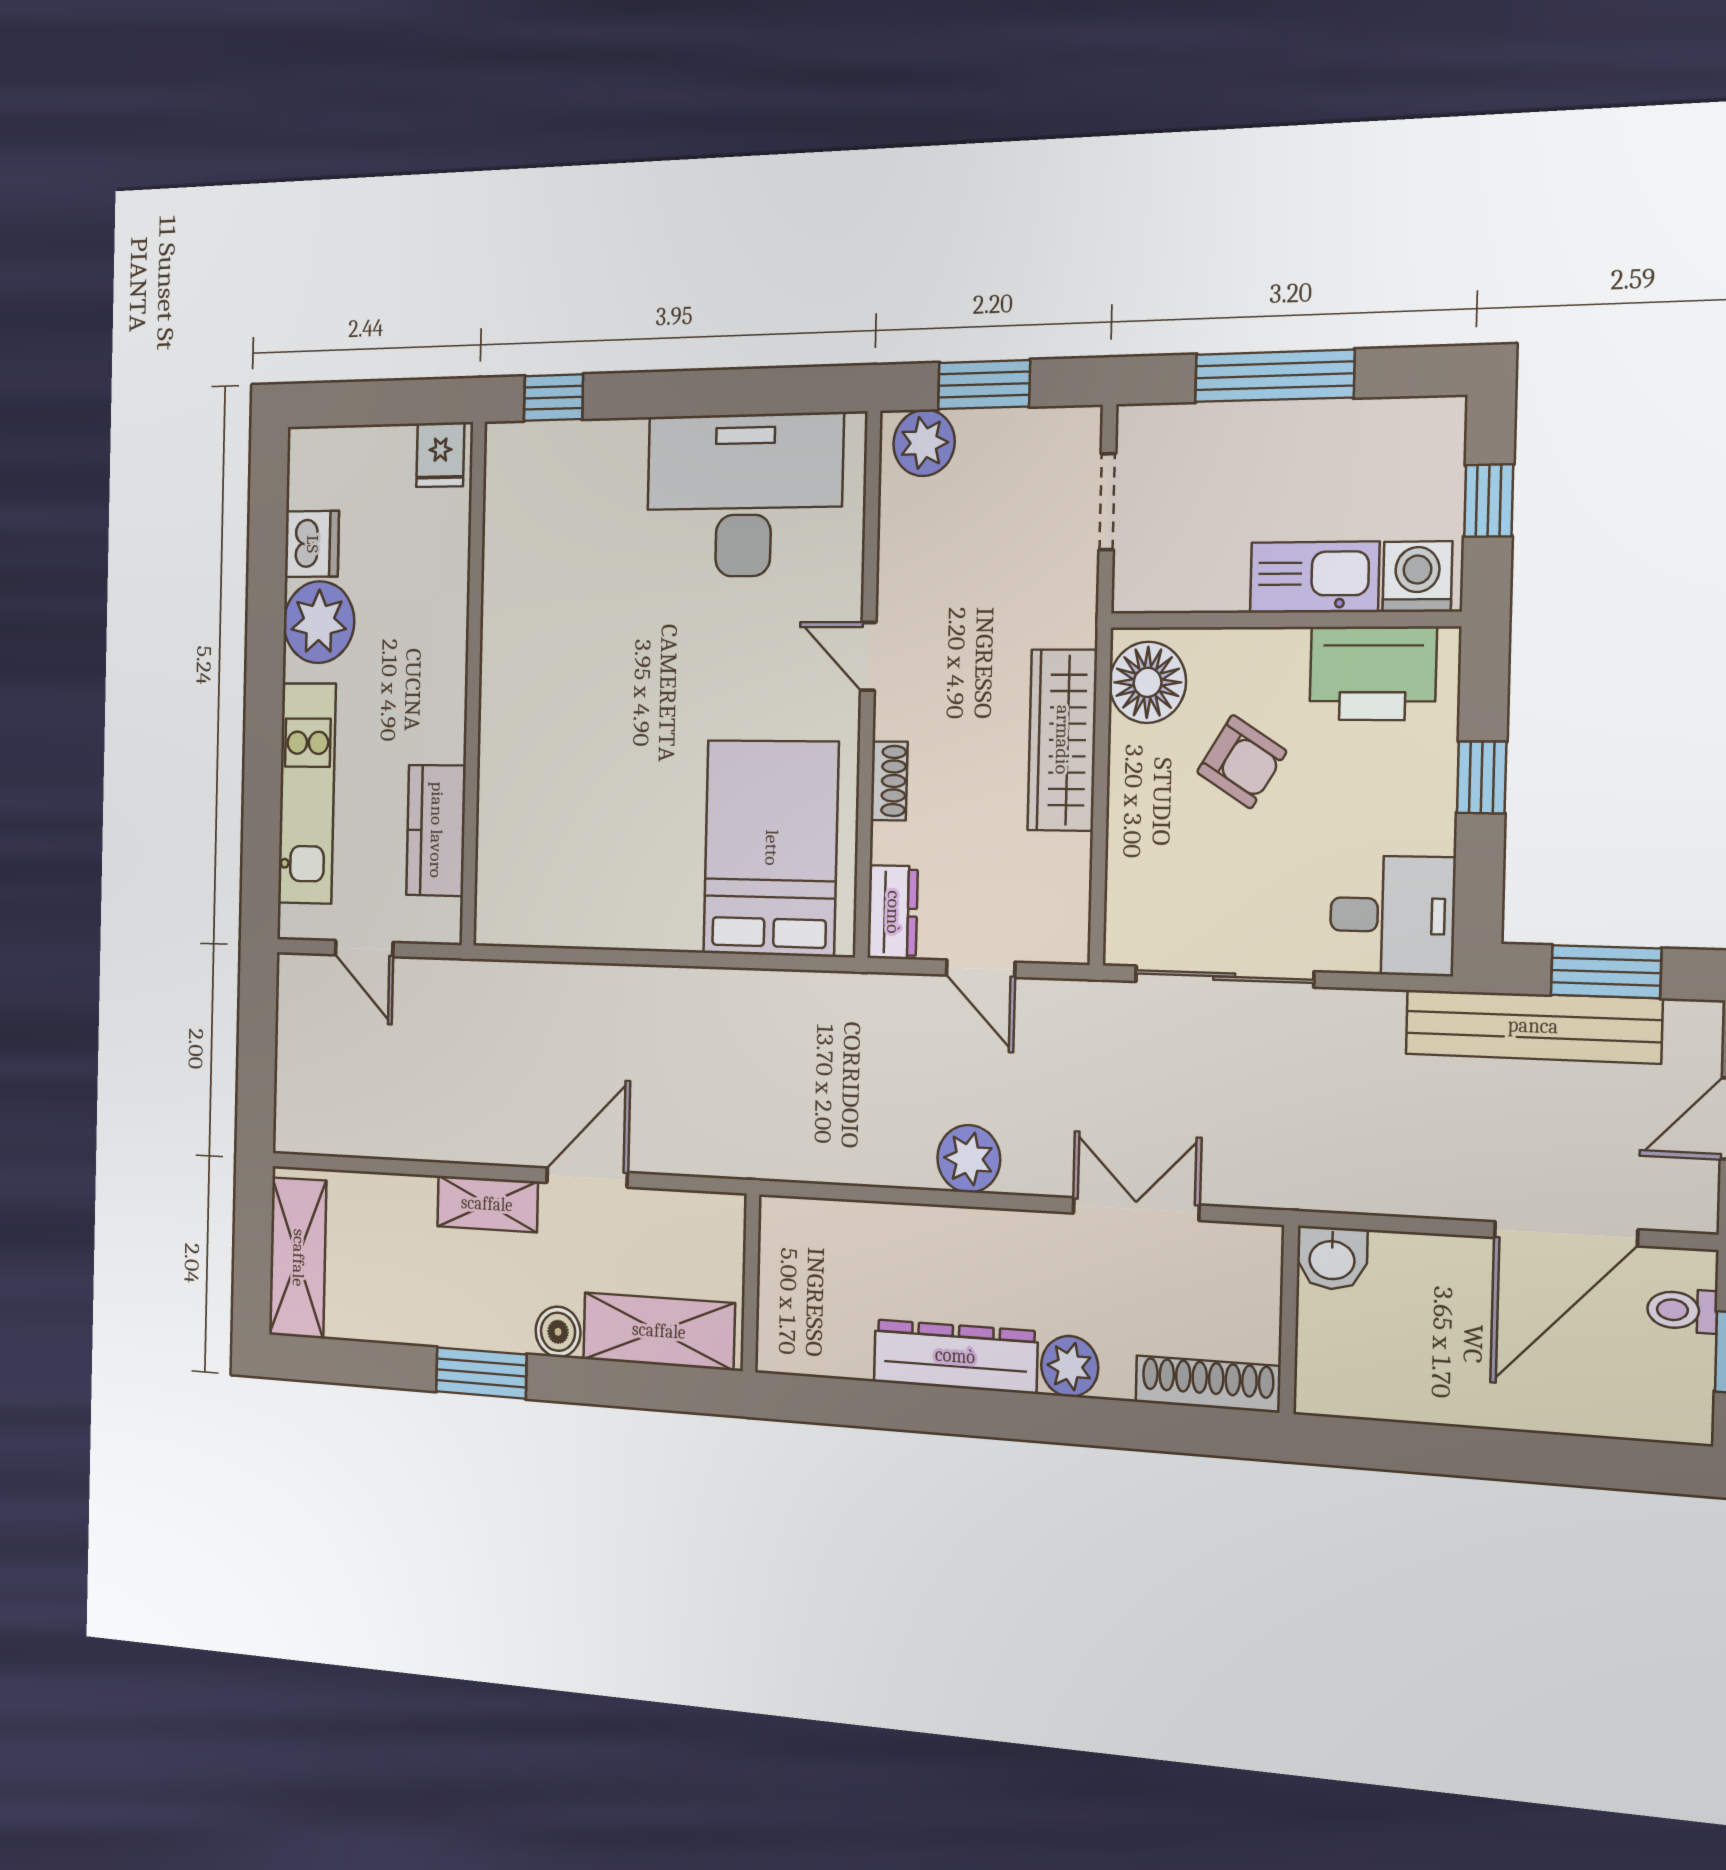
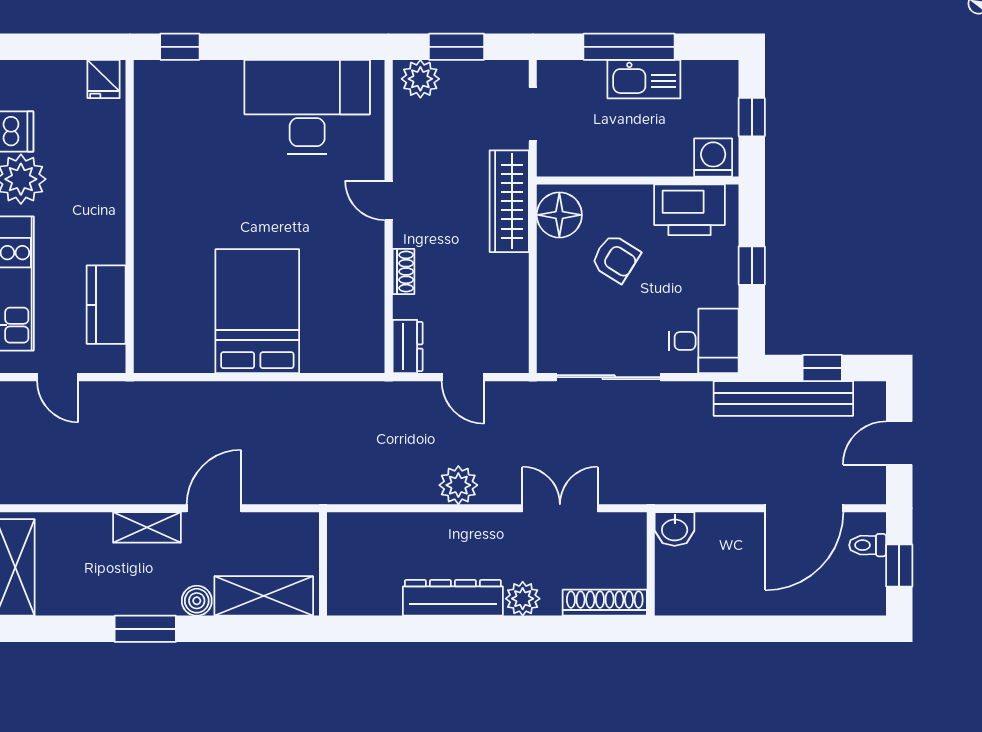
kitchen sink: (1314, 577) -> (644, 79), moved, turned 180
wardrobe: (1062, 740) -> (509, 201), moved
bed: (771, 848) -> (257, 311), moved
window: (1606, 972) -> (822, 368), width x0.67

